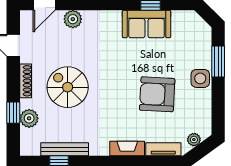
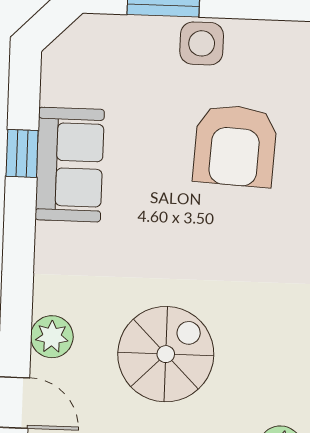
spiral stairs: (68, 87) -> (166, 354), moved, turned 180

